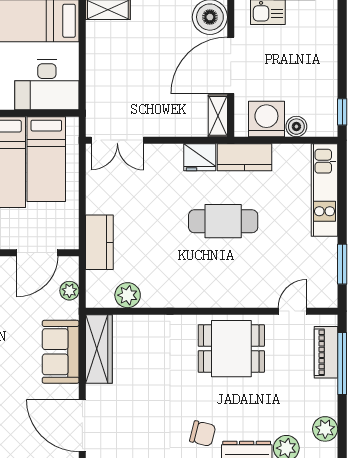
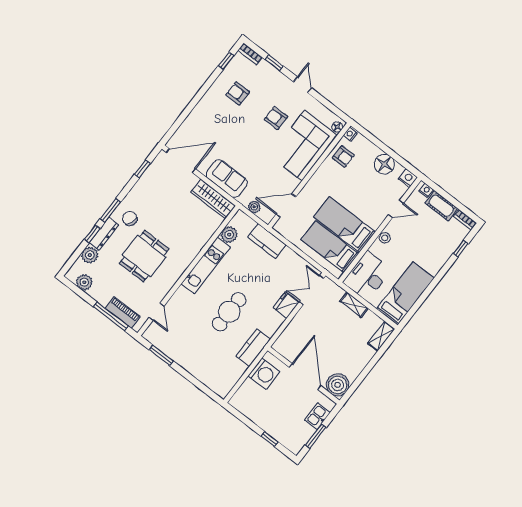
window: (342, 112) -> (270, 439), moved
shelving: (218, 116) -> (354, 305), moved
boiler: (296, 127) -> (248, 386), removed
fridge: (200, 157) -> (286, 305), moved
kitchen unit: (325, 190) -> (206, 265), moved, turned 90
door: (37, 253) -> (286, 206), hinge flipped
dining table: (231, 349) -> (144, 256), moved
chair: (203, 434) -> (130, 218), turned 96

